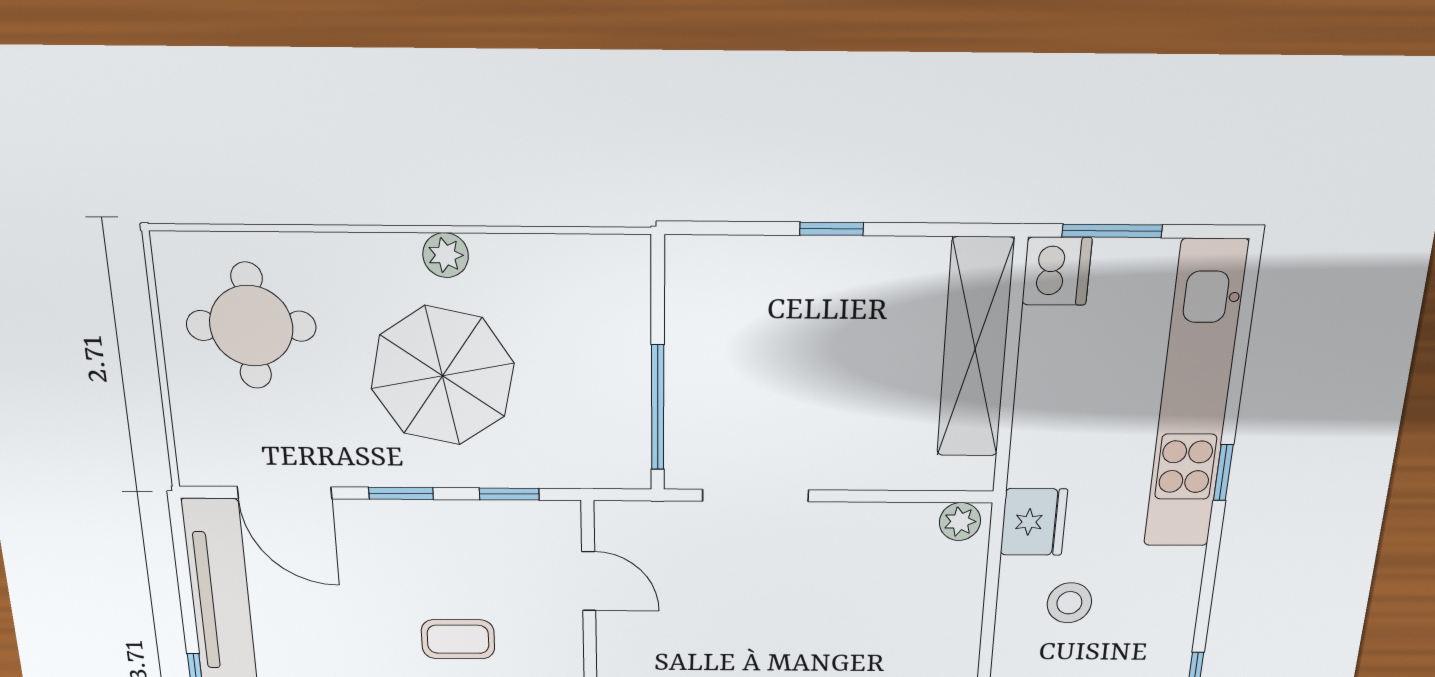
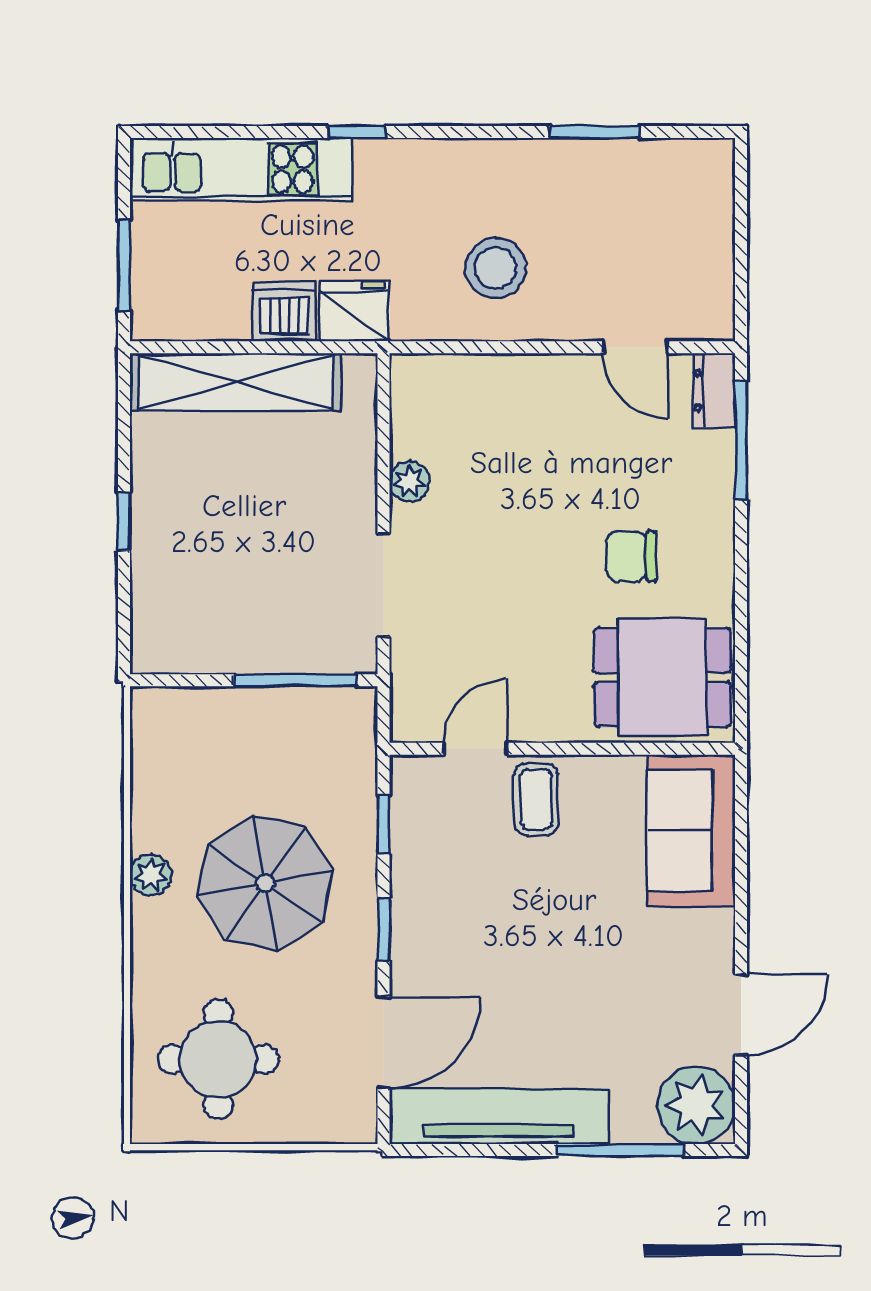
dishwasher: (1057, 271) -> (284, 312), moved
kitchen unit: (1195, 397) -> (241, 169), width x0.73
plant: (960, 522) -> (409, 482), moved
fridge: (1034, 522) -> (355, 311), moved
stool: (1069, 603) -> (496, 268), width x1.38, depth x1.38
coffee table: (458, 639) -> (536, 799), moved

